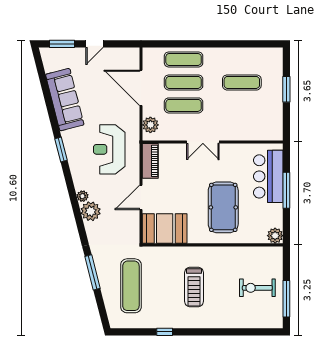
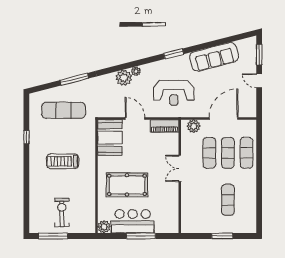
reception desk: (109, 149) -> (174, 93), turned 180
bar counter: (268, 176) -> (133, 221), moved

